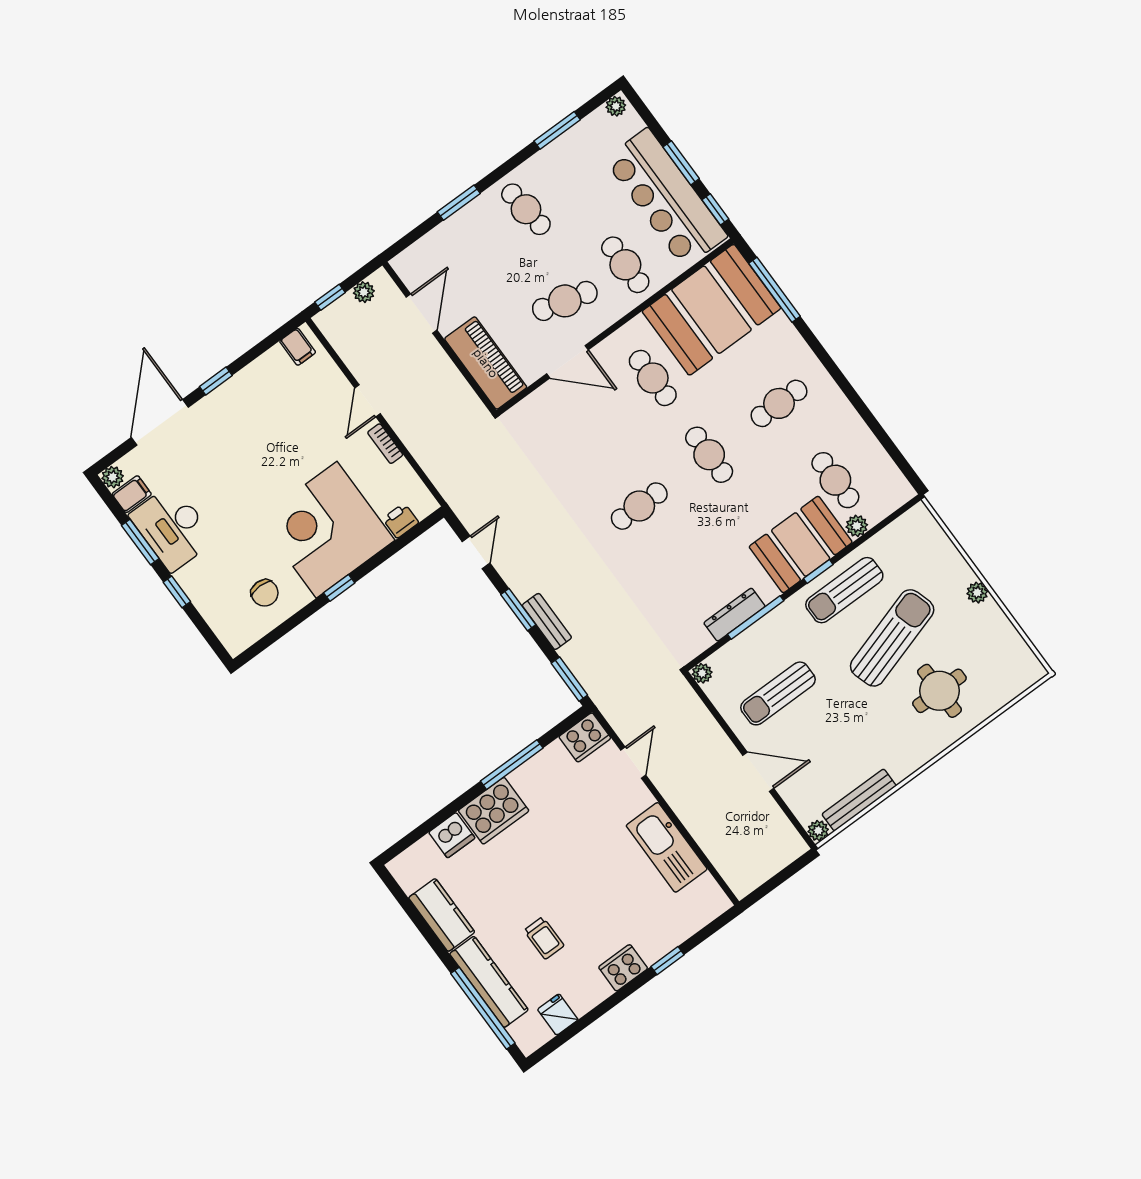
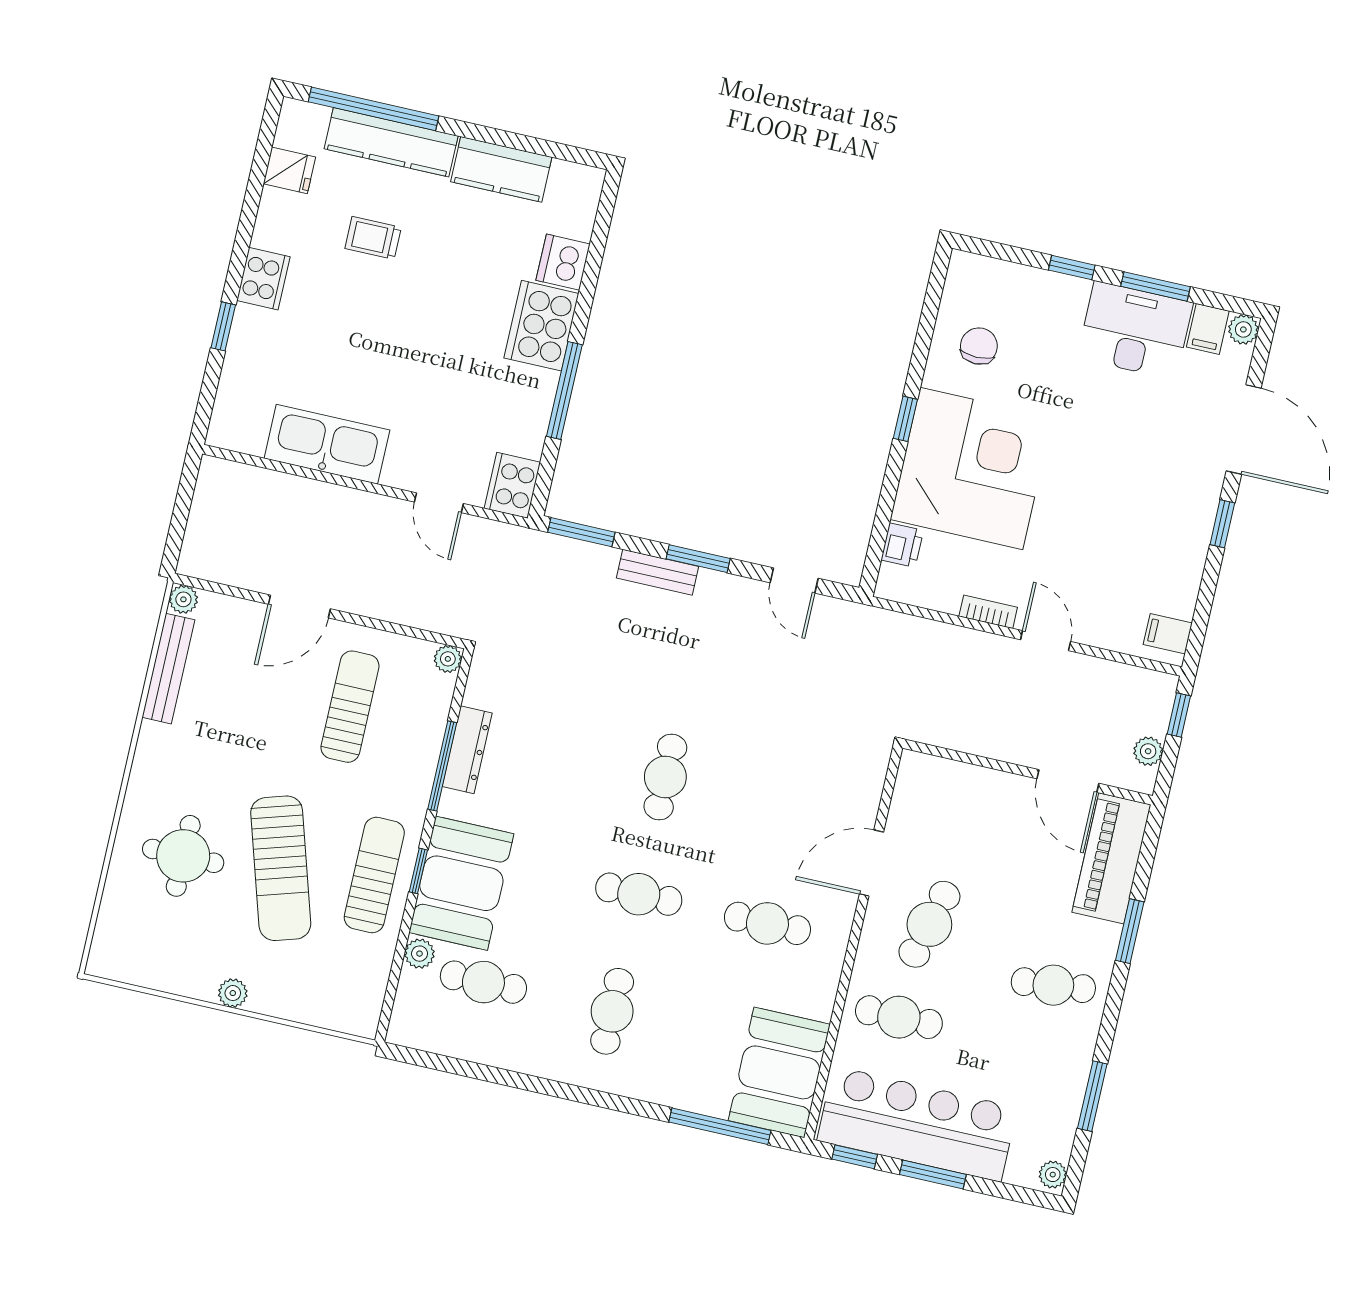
booth: (712, 310) -> (779, 1072), width x0.73, depth x0.70
piano: (486, 363) -> (1111, 858), moved, turned 90
chair: (265, 593) -> (979, 346), turned 90

